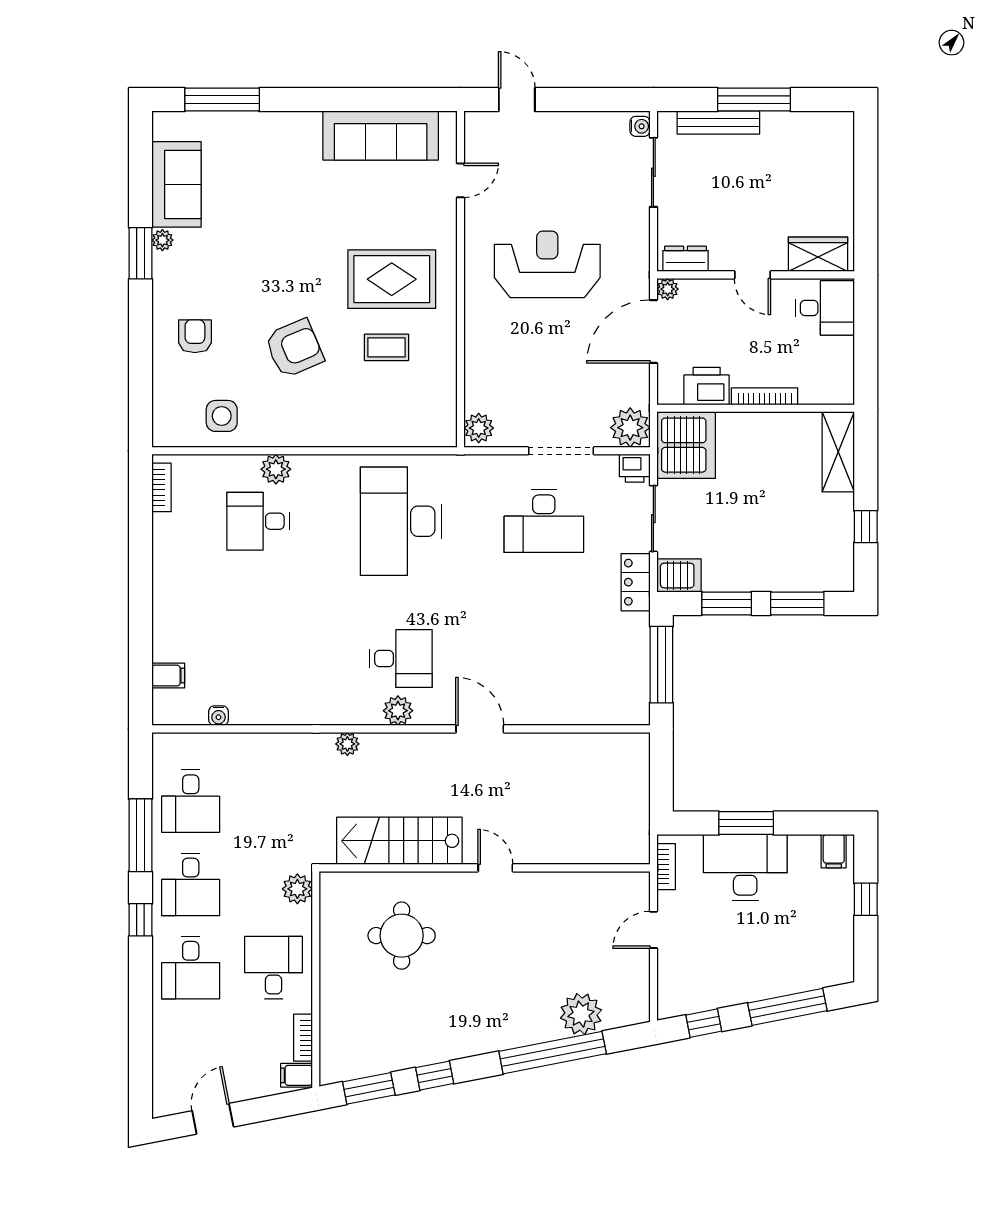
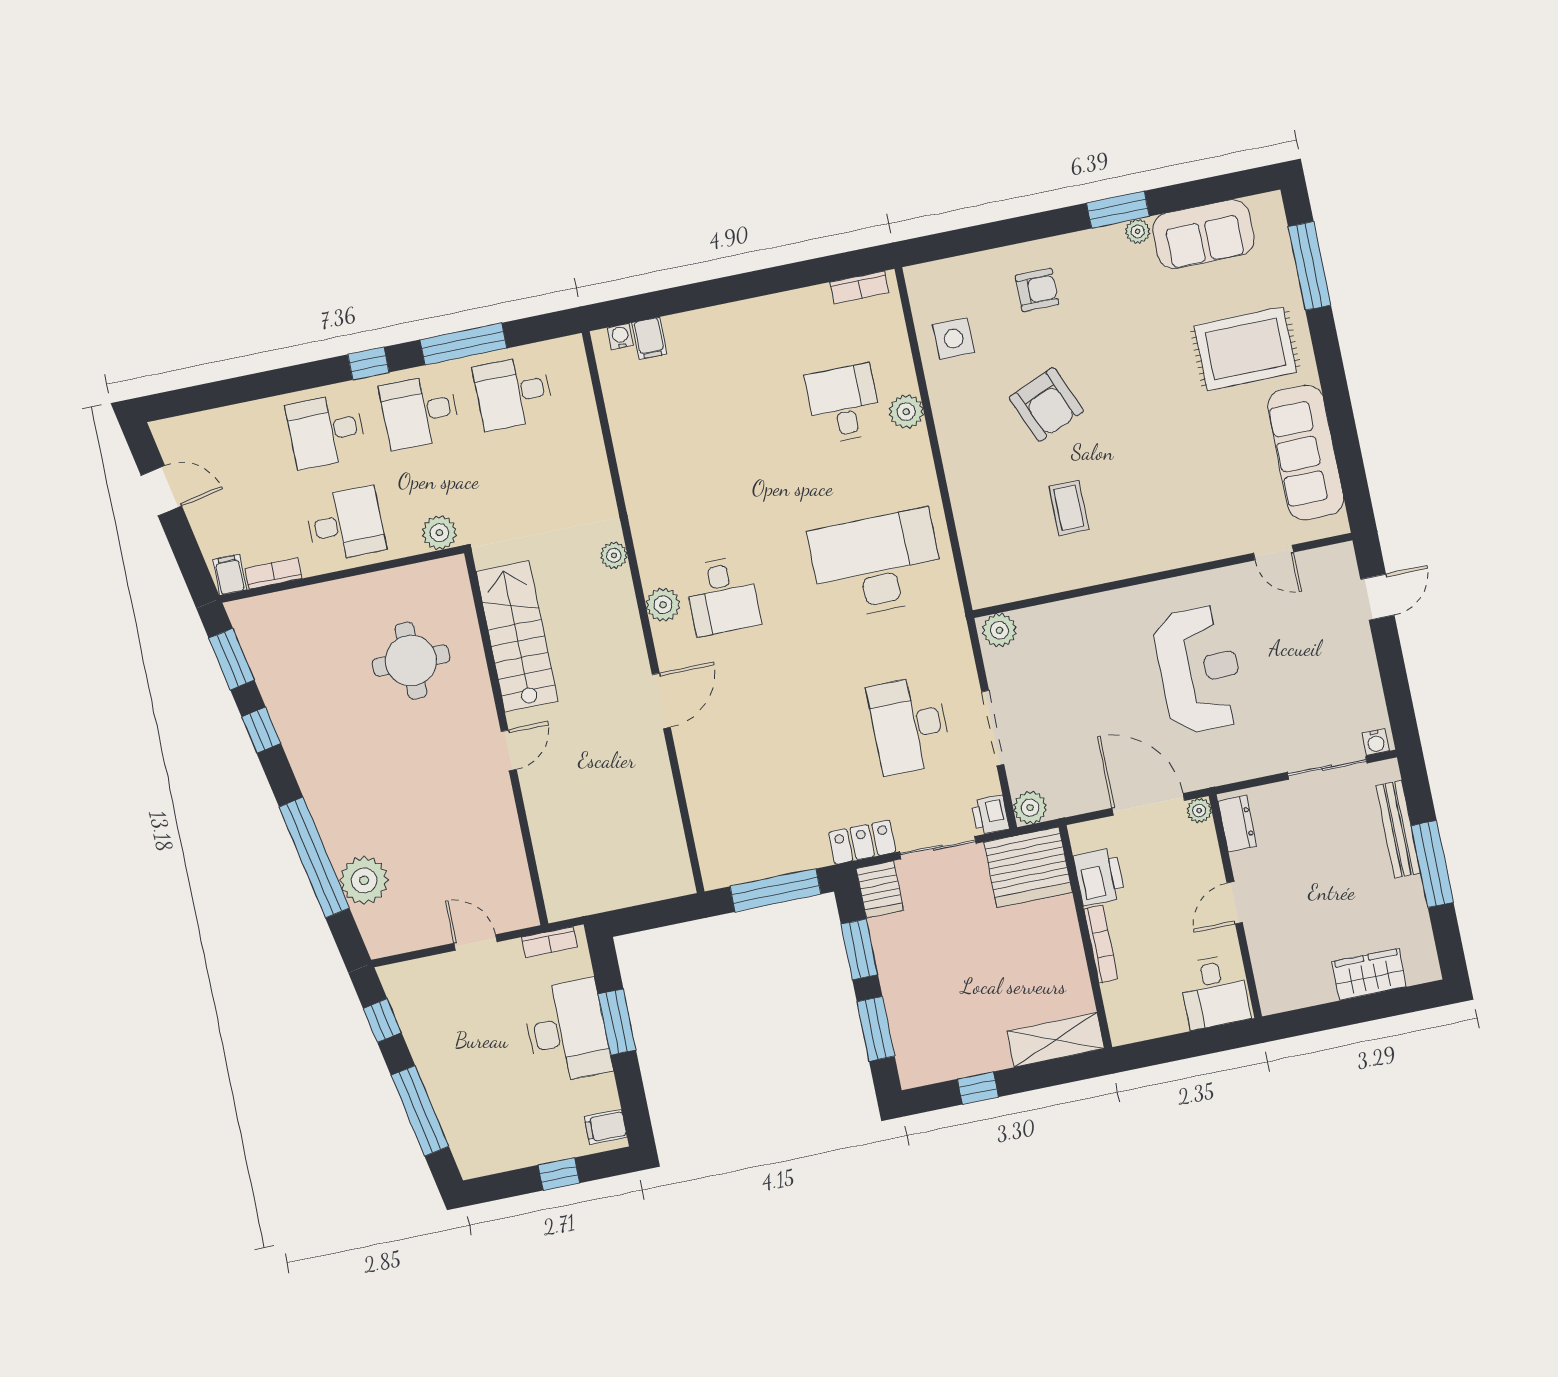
wardrobe: (818, 254) -> (1369, 974), moved, turned -90
rug: (392, 279) -> (1245, 349), moved, turned 90
plant: (630, 428) -> (1030, 808), width x0.73, depth x0.73
water cooler: (218, 716) -> (620, 336), moved, turned 90

